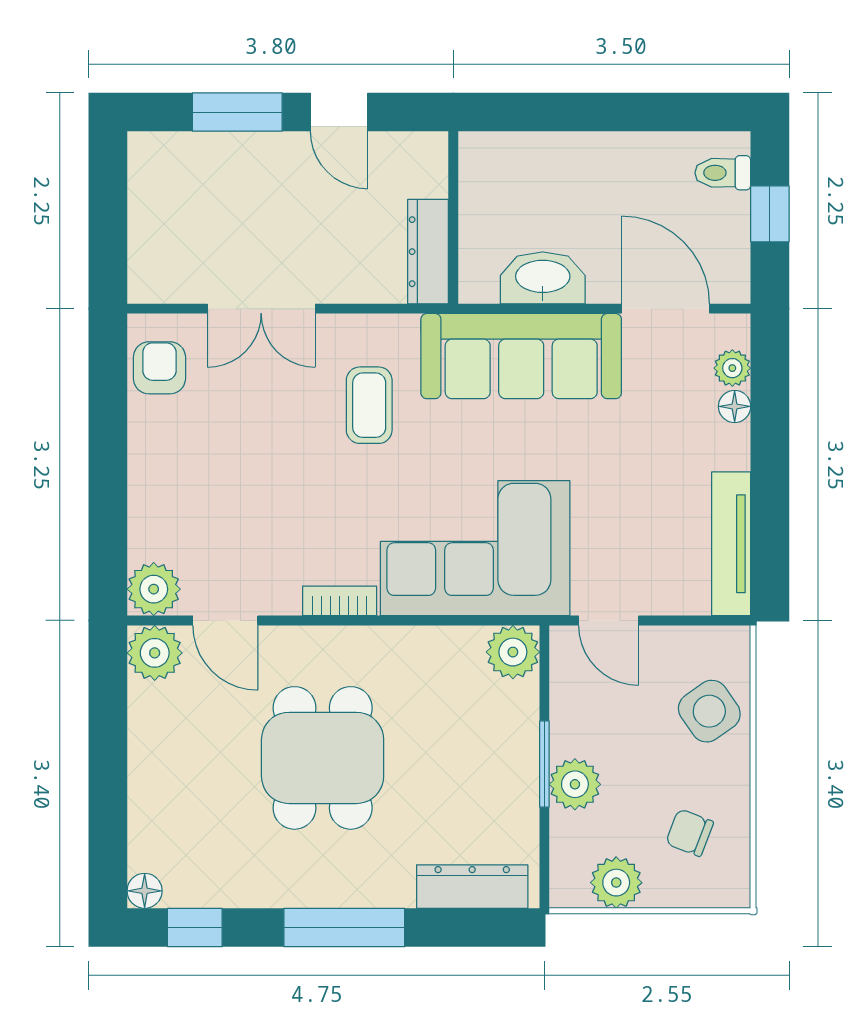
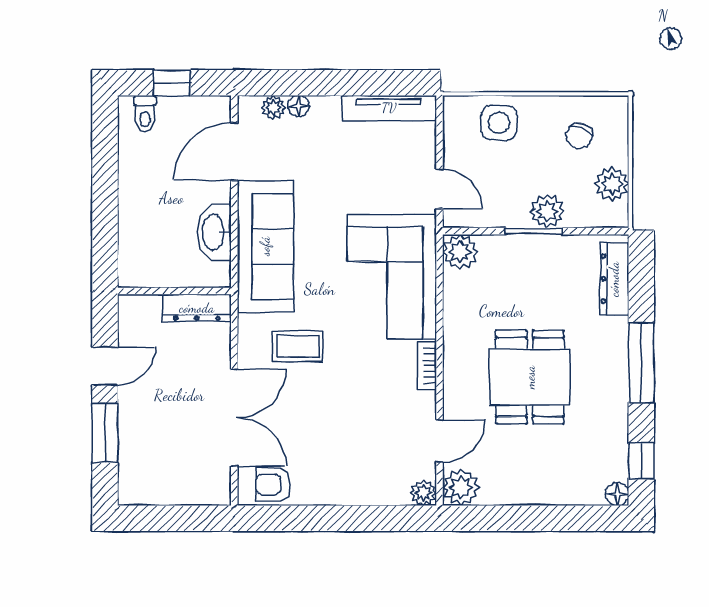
double door: (261, 309) -> (234, 417), width x1.37
plant: (154, 589) -> (424, 493), width x0.73, depth x0.73
door: (609, 620) -> (439, 189), hinge flipped
side table: (709, 711) -> (499, 123), turned 35
dining table: (323, 758) -> (530, 377), turned 90

